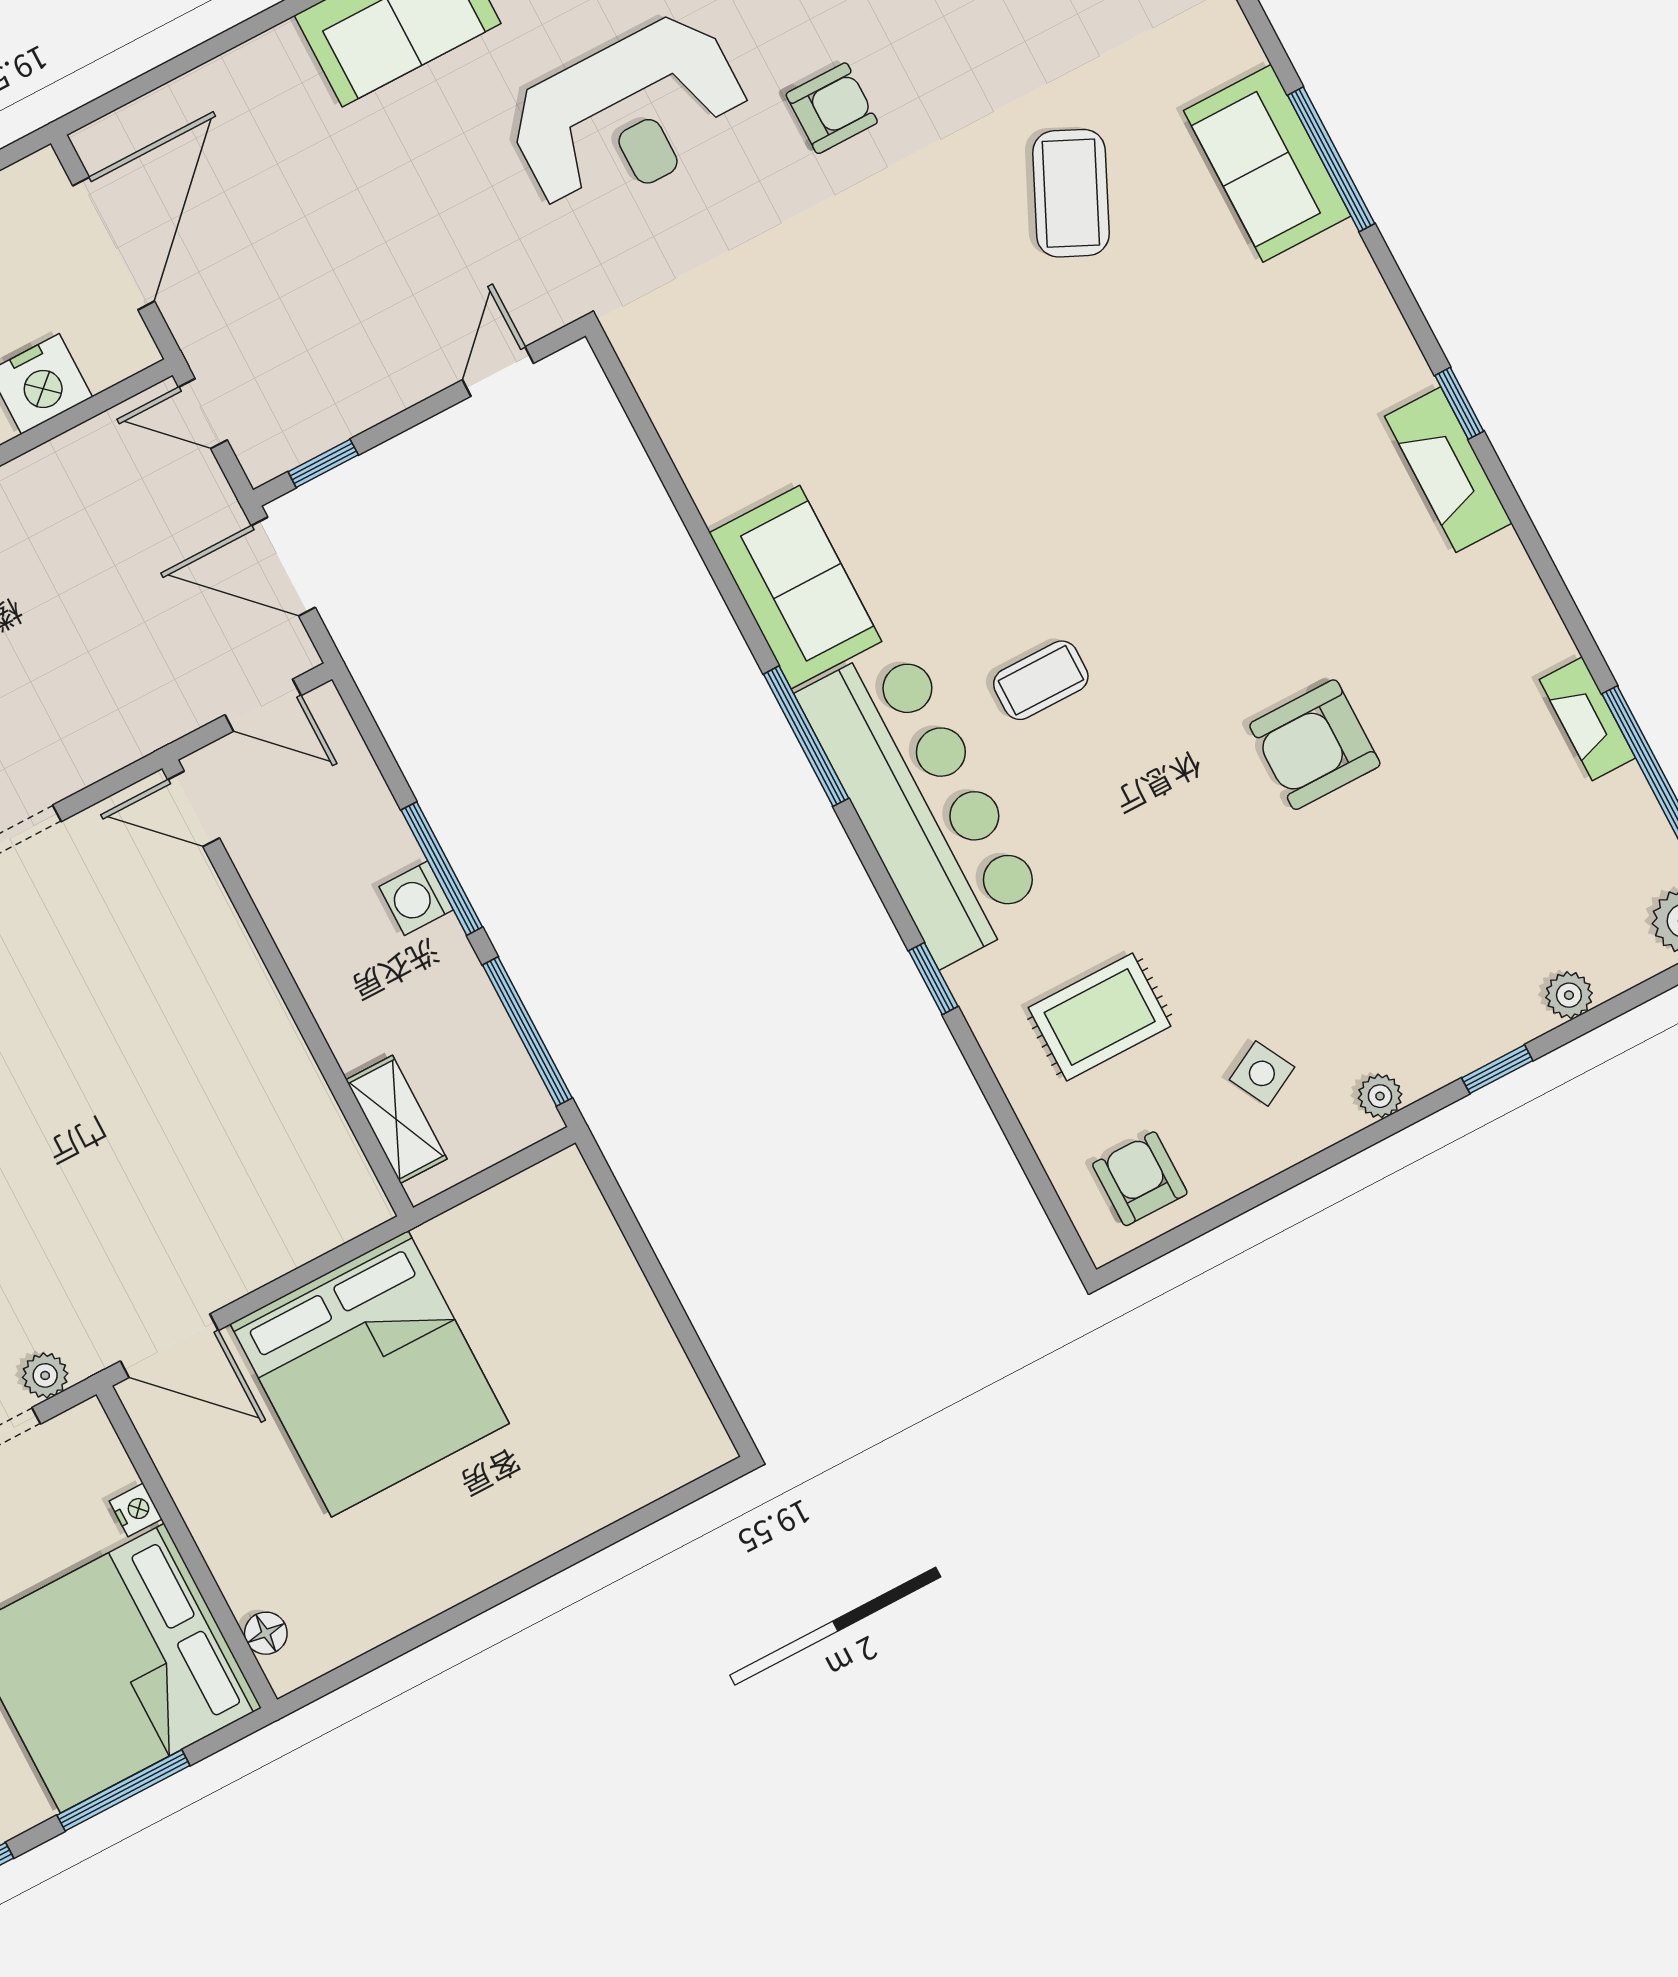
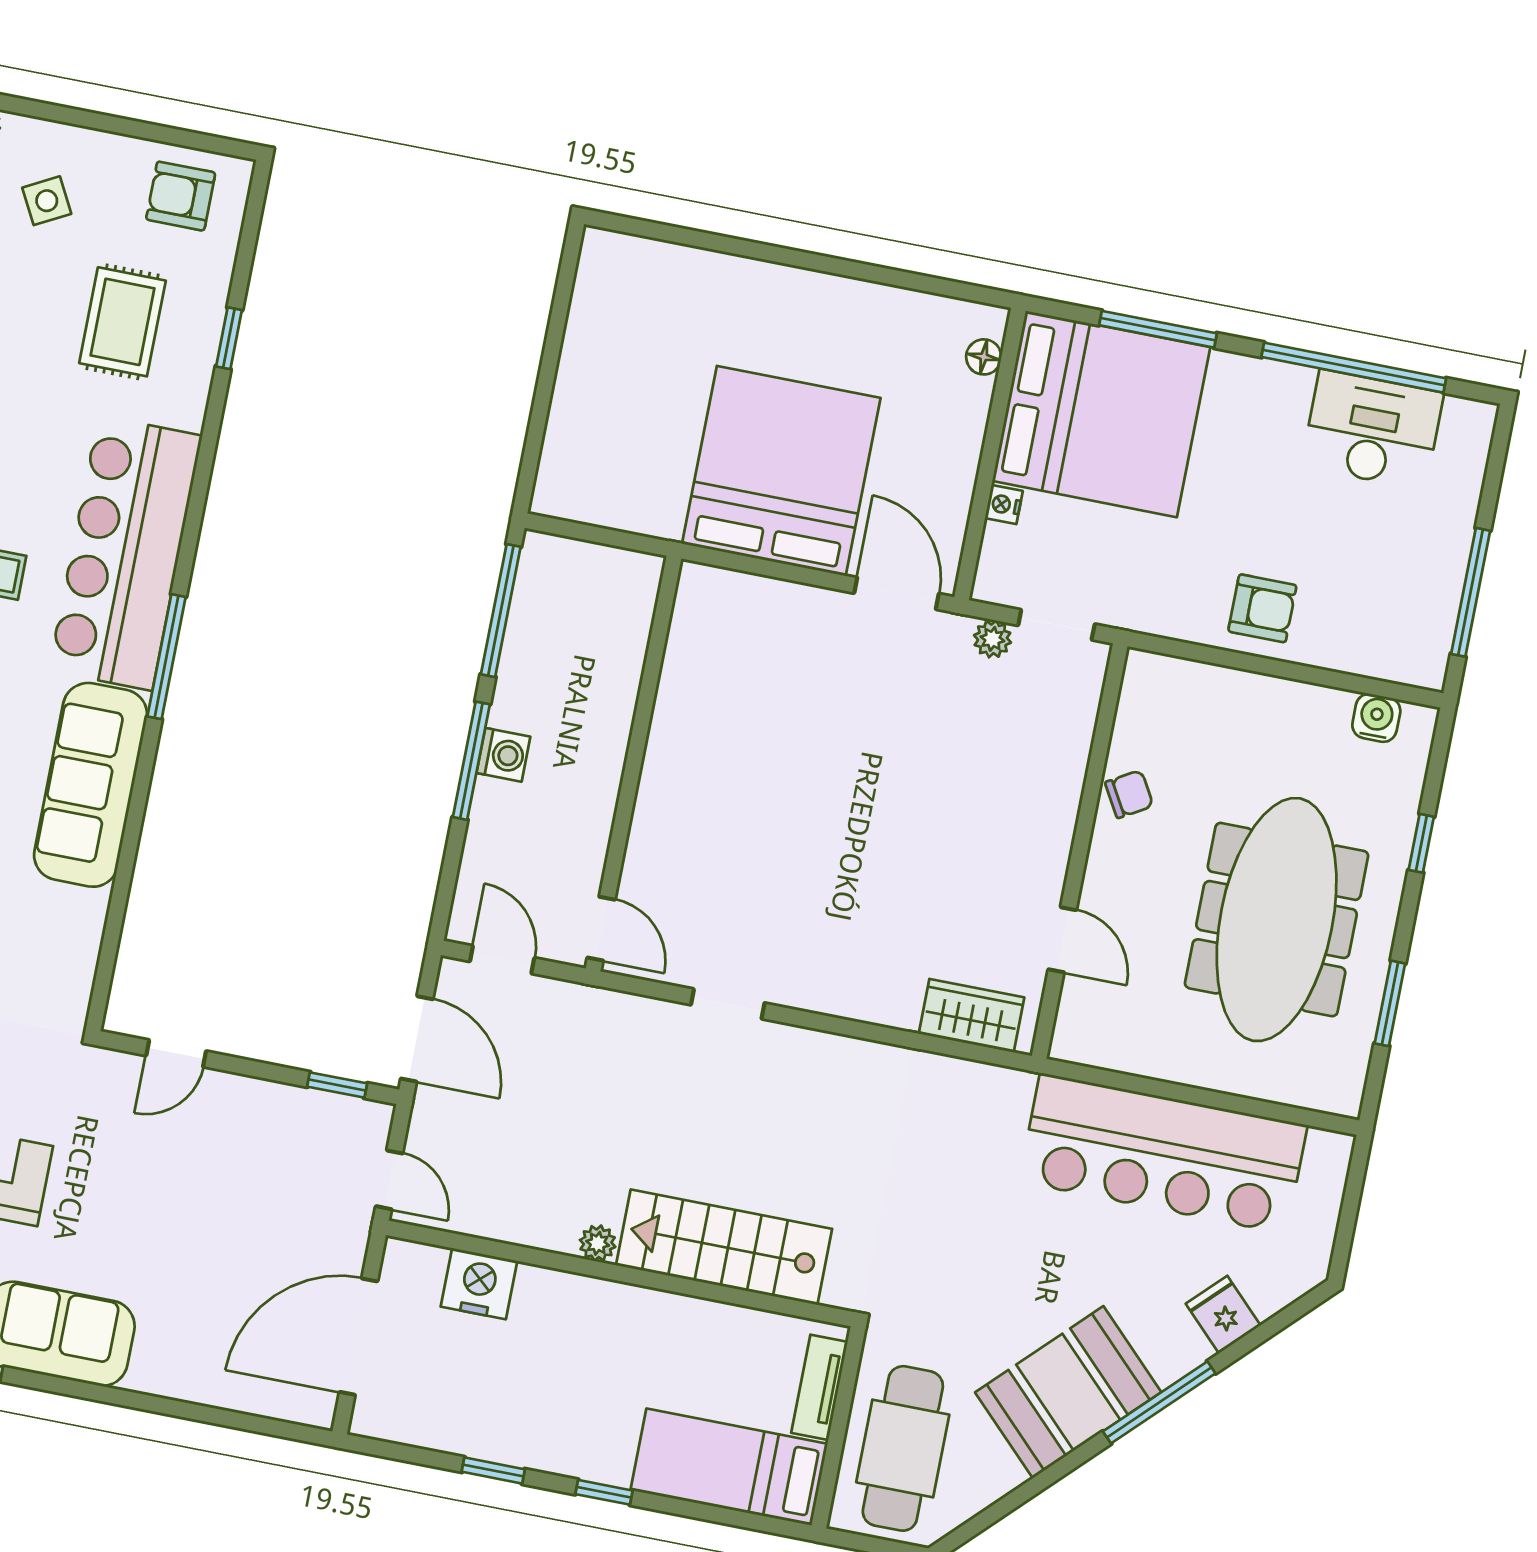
sofa: (795, 587) -> (91, 785), width x1.36
window: (933, 979) -> (229, 338), moved
rug: (1100, 1017) -> (122, 322), turned 90
shelving: (396, 1119) -> (632, 622), removed
armchair: (1140, 1179) -> (181, 196), turned 90

